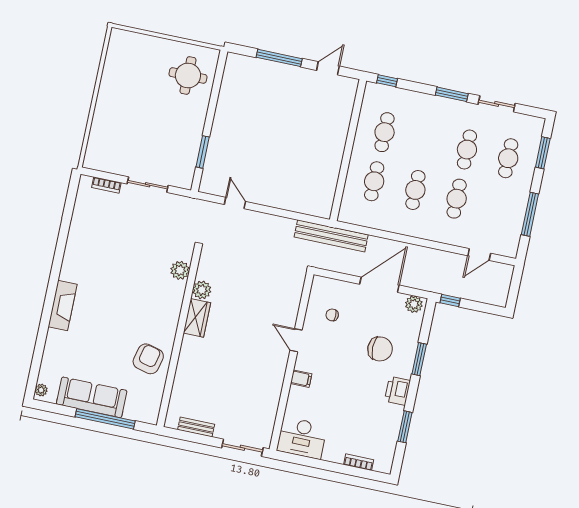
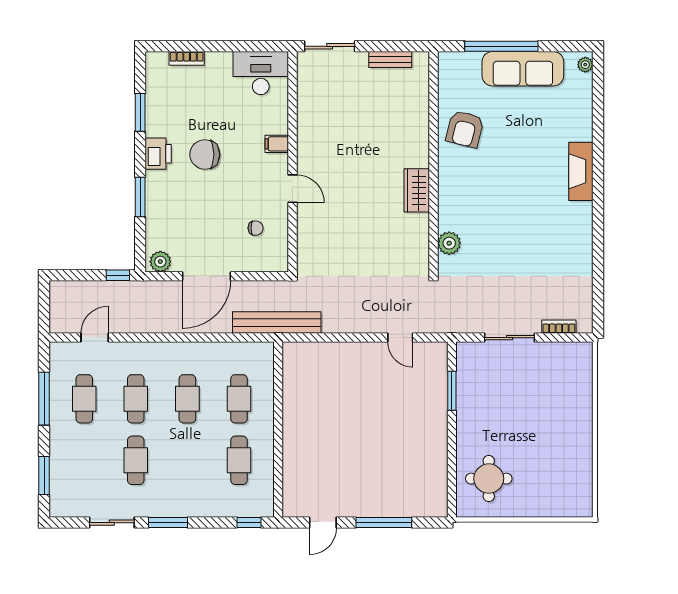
cafe table: (508, 158) -> (84, 399), moved
plant: (202, 290) -> (418, 225), removed
chair: (380, 349) -> (205, 154), moved

